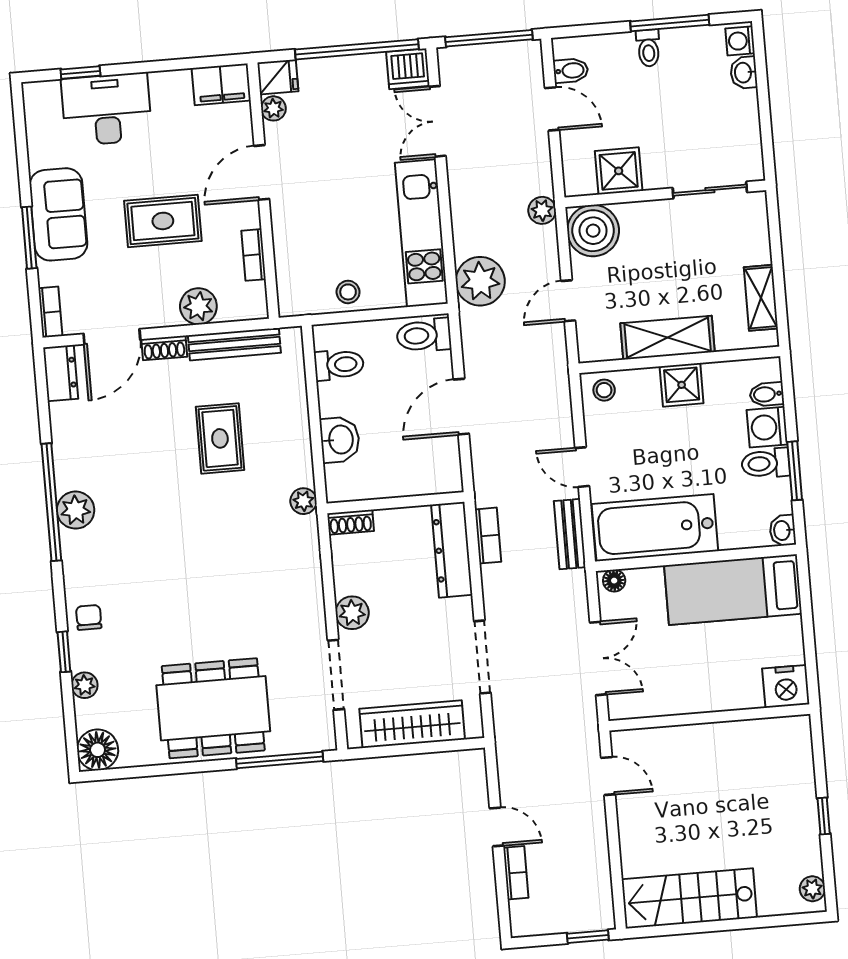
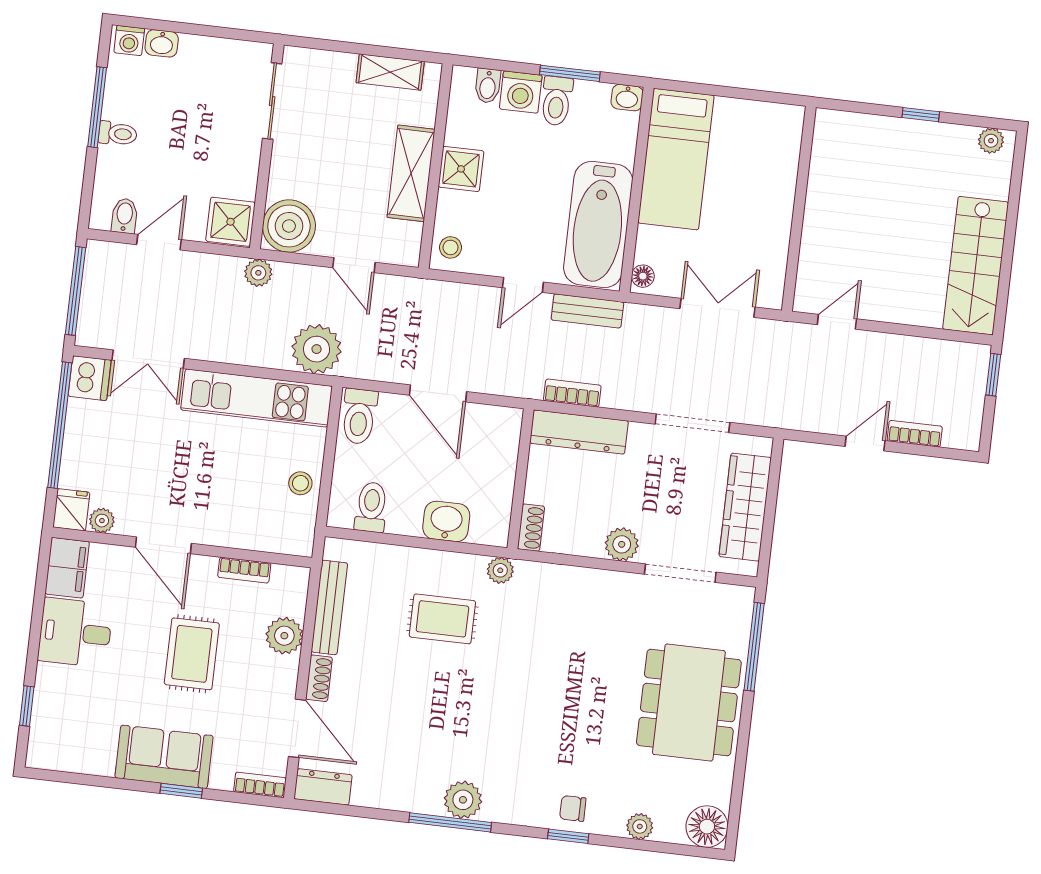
desk: (107, 109) -> (75, 633), moved, width x0.73
shower: (619, 171) -> (231, 222), moved
window: (29, 238) -> (181, 791), width x0.67
rug: (220, 438) -> (442, 619), moved
window: (51, 502) -> (450, 822), width x0.68
window: (64, 652) -> (568, 836), moved
nightstand: (786, 686) -> (783, 126), removed

